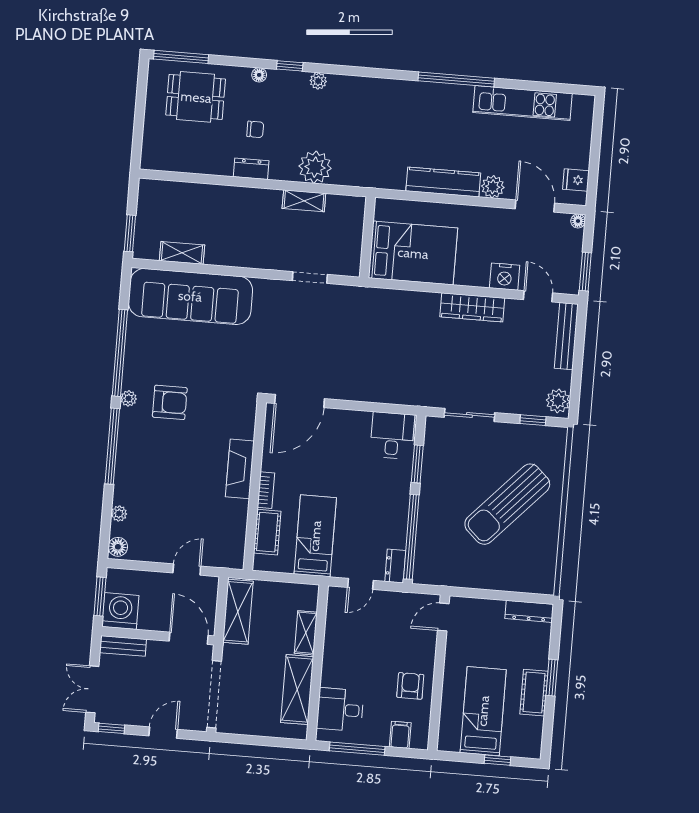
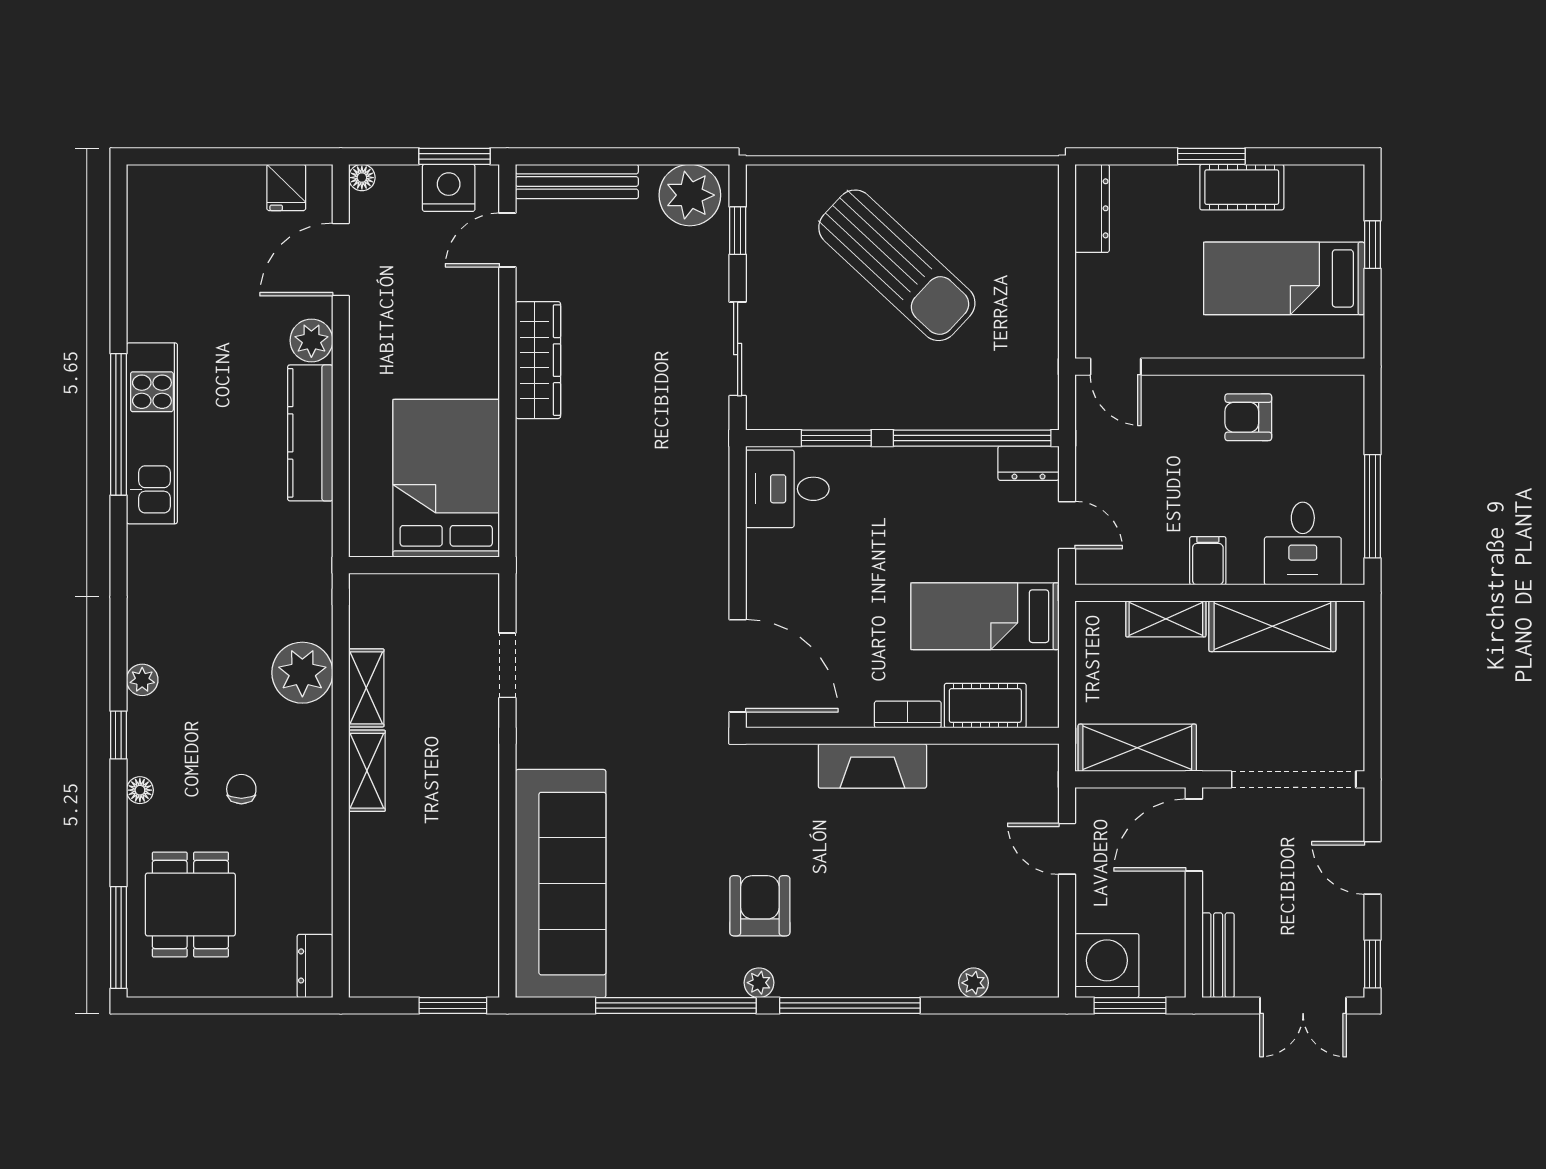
kitchen unit: (522, 103) -> (152, 433), moved
dresser: (251, 169) -> (315, 966), moved
shelving: (182, 253) -> (367, 771), moved
nightstand: (505, 277) -> (449, 188), moved, turned -90
plant: (558, 401) -> (690, 195), width x1.36, depth x1.36
floor lamp: (118, 547) -> (1035, 980), removed
washing machine: (120, 611) -> (1107, 966), moved, turned 90
filing cabinet: (400, 735) -> (1208, 561), moved, turned 90

